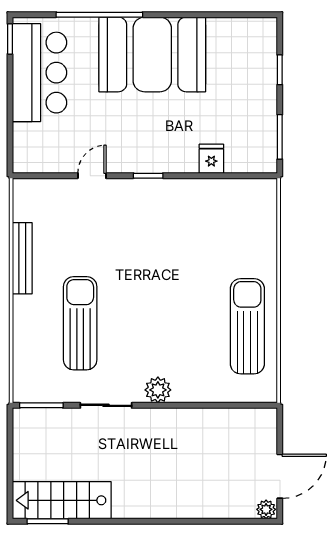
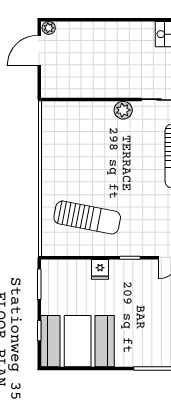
booth: (152, 54) -> (78, 341), moved
fridge: (211, 159) -> (100, 269), moved
sun lounger: (247, 326) -> (87, 217), moved, turned -79

